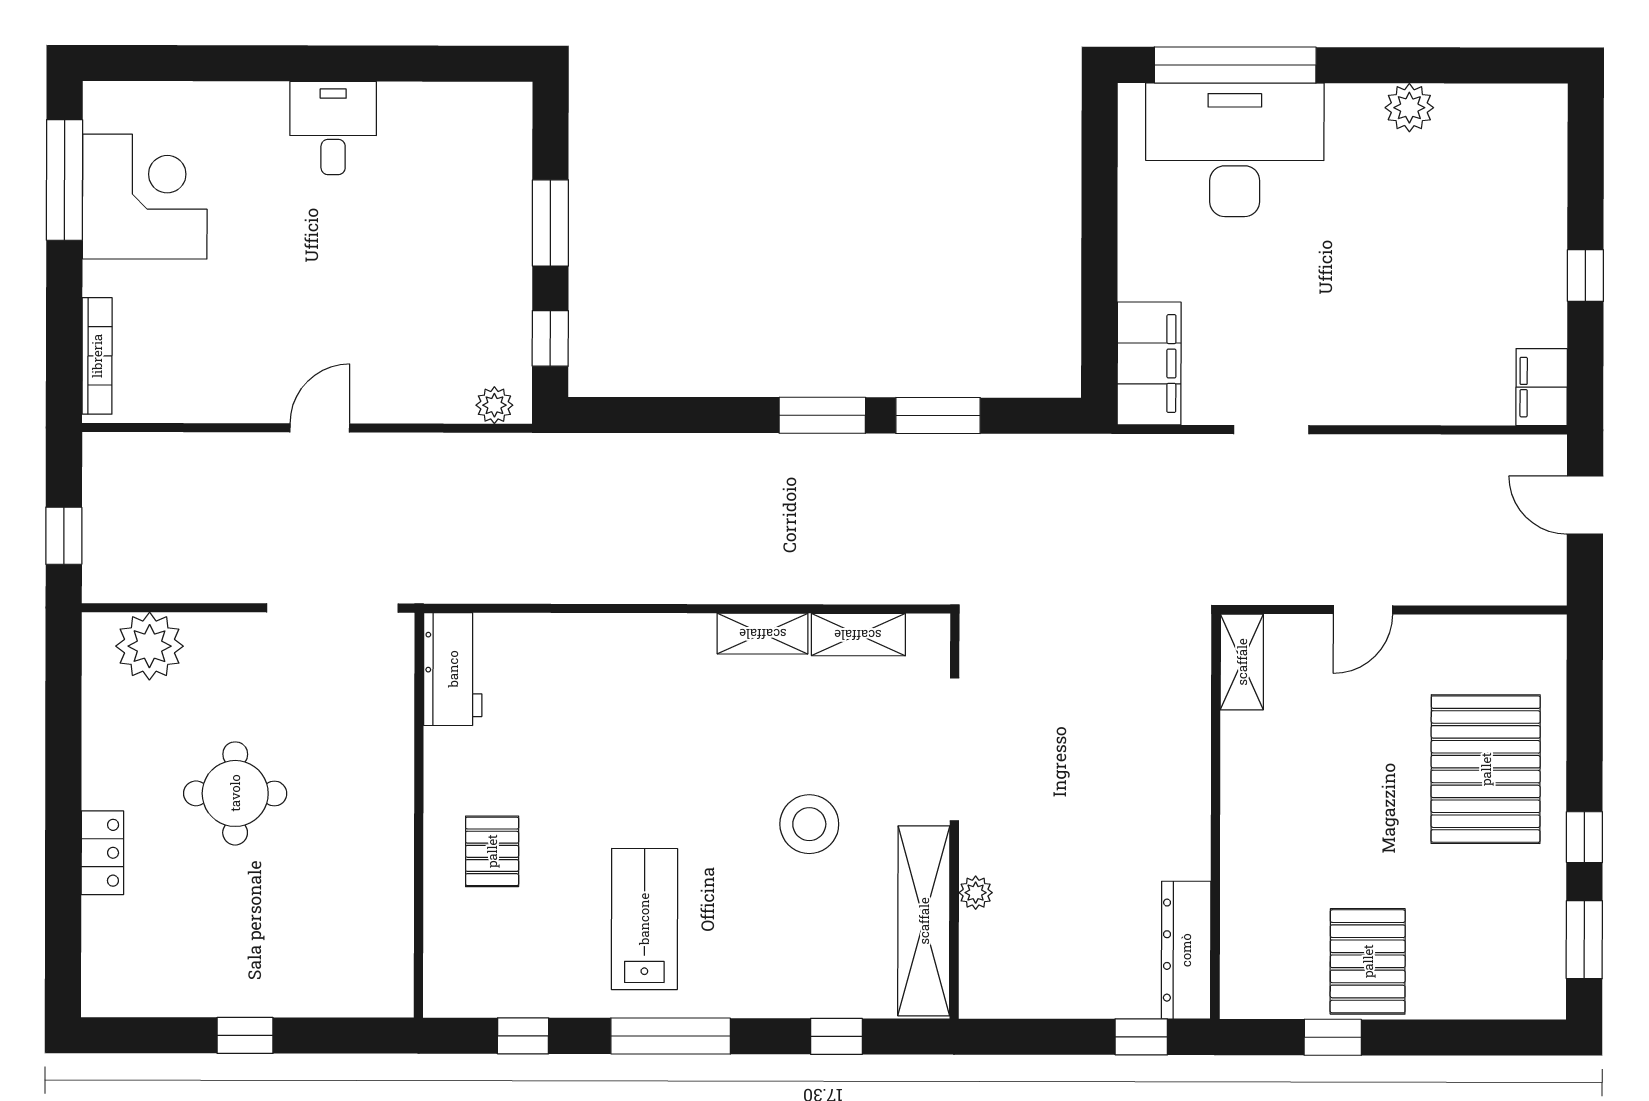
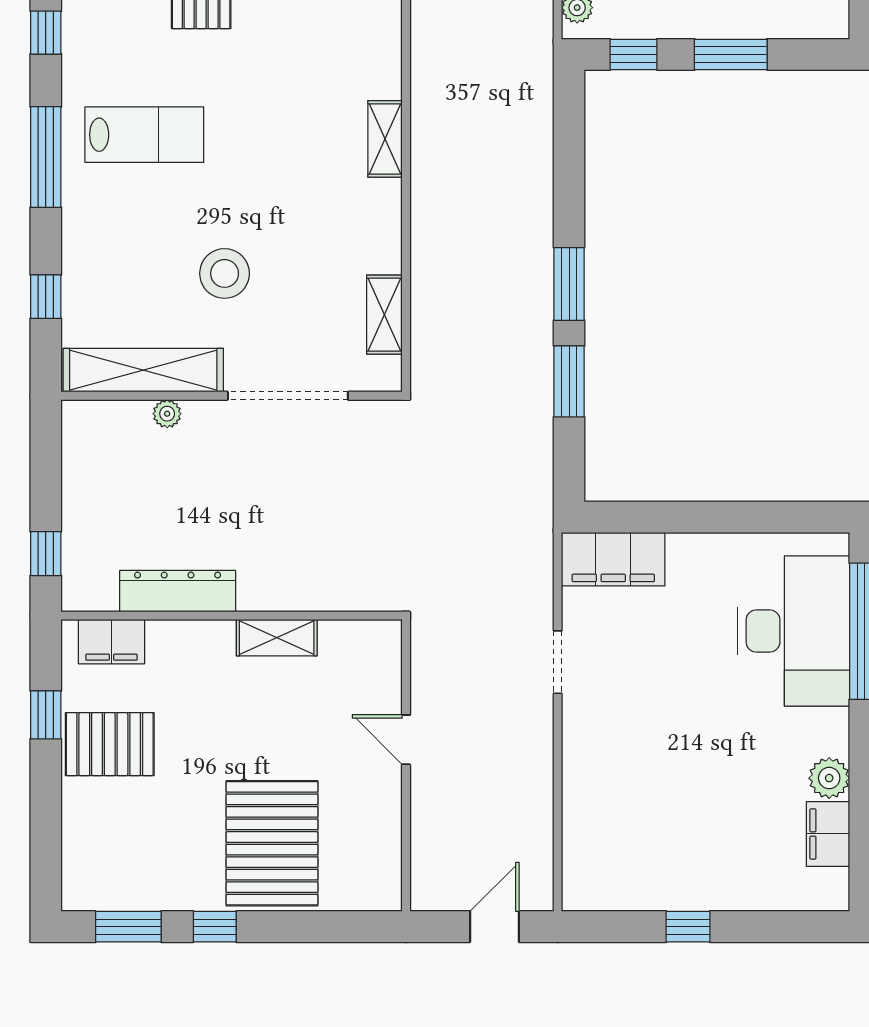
filing cabinet: (1542, 387) -> (828, 834), moved, turned -90
shelving: (763, 634) -> (385, 139), moved
shelving: (1242, 662) -> (277, 638), moved
pallet: (1486, 769) -> (272, 843), turned 90
dresser: (1186, 950) -> (178, 591), moved
filing cabinet: (1246, 959) -> (111, 642), added

